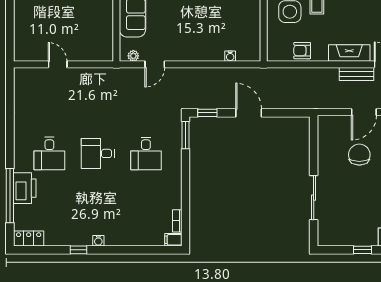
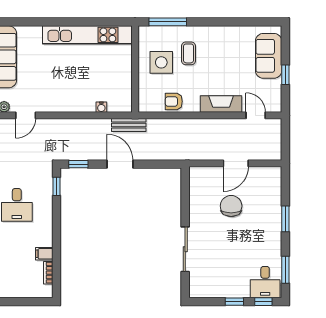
bench: (357, 74) -> (129, 125), moved
window: (186, 135) -> (57, 186), width x0.67
filing cabinet: (173, 240) -> (44, 254), moved

